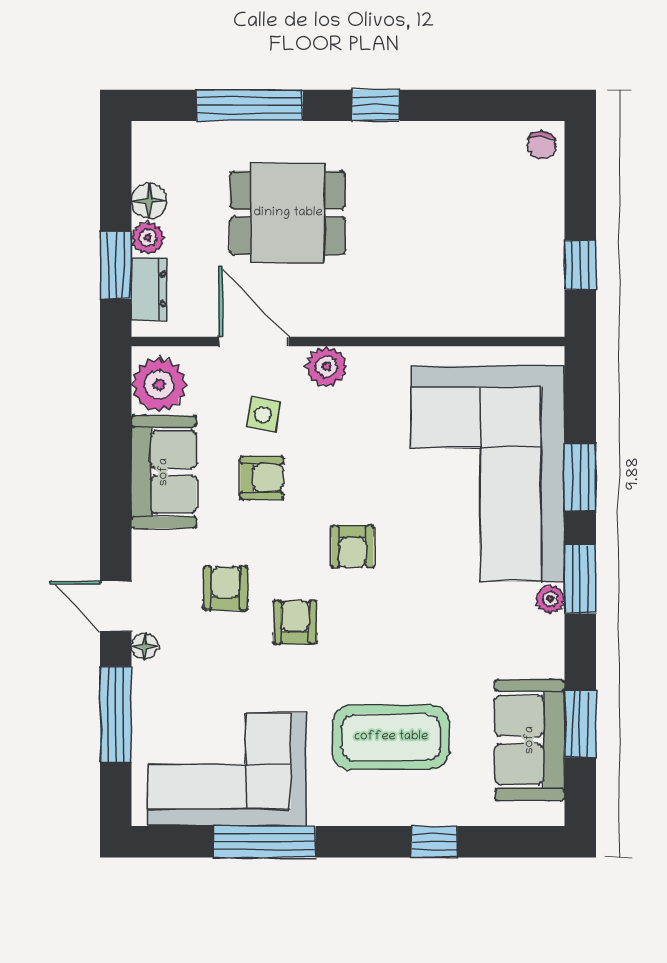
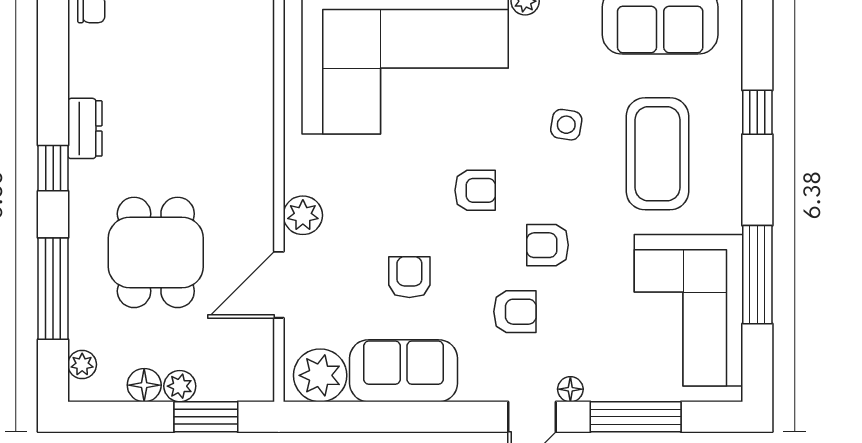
plant: (170, 136) -> (82, 364), added
dresser: (149, 289) -> (85, 128), moved, turned 90
side table: (263, 414) -> (566, 125), moved
armchair: (226, 588) -> (515, 312), turned 180

